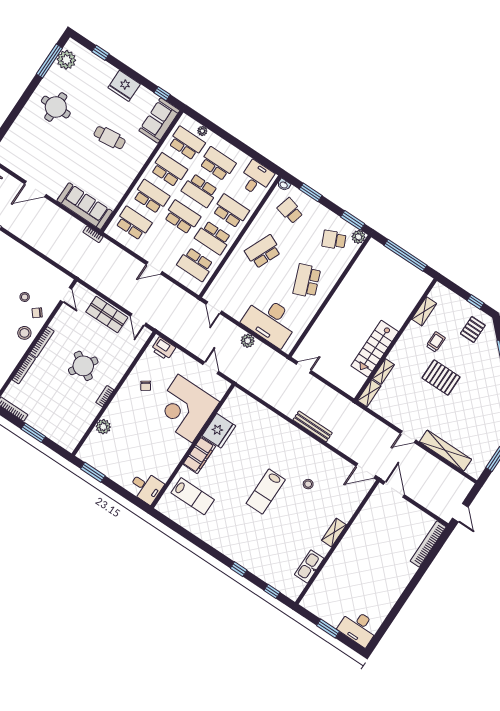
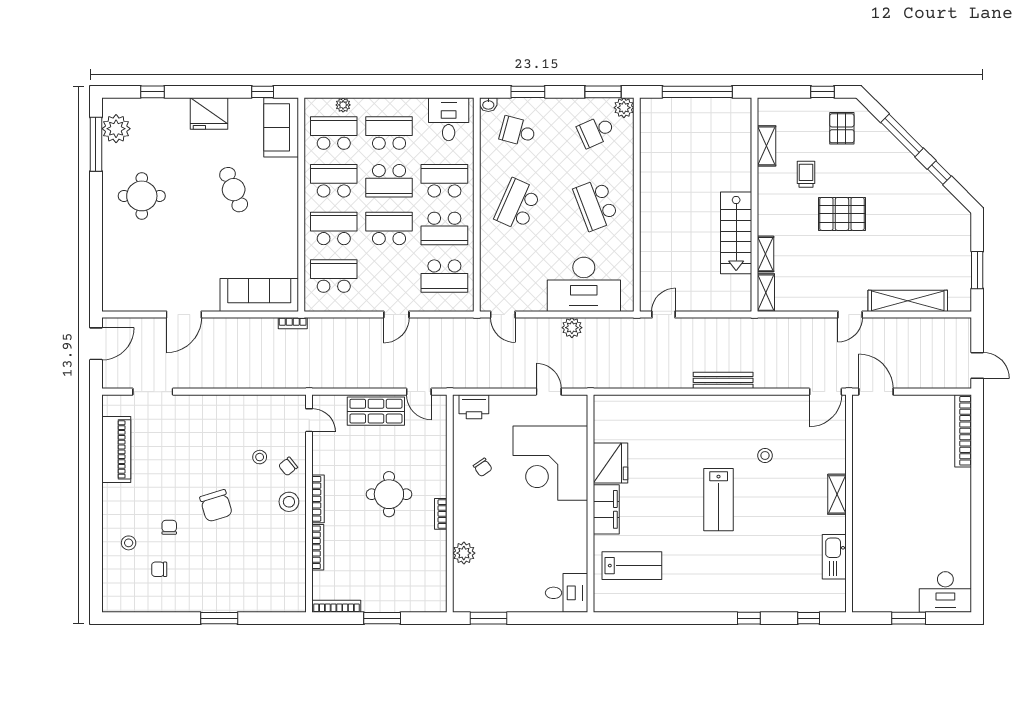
cafe table: (110, 138) -> (234, 190), turned 74
round table: (83, 366) -> (389, 494), turned -32

